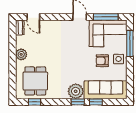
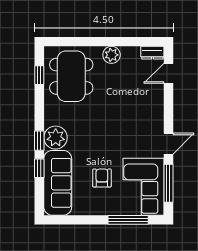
side table: (119, 59) -> (105, 203), removed
dining table: (35, 81) -> (71, 76), width x1.38

